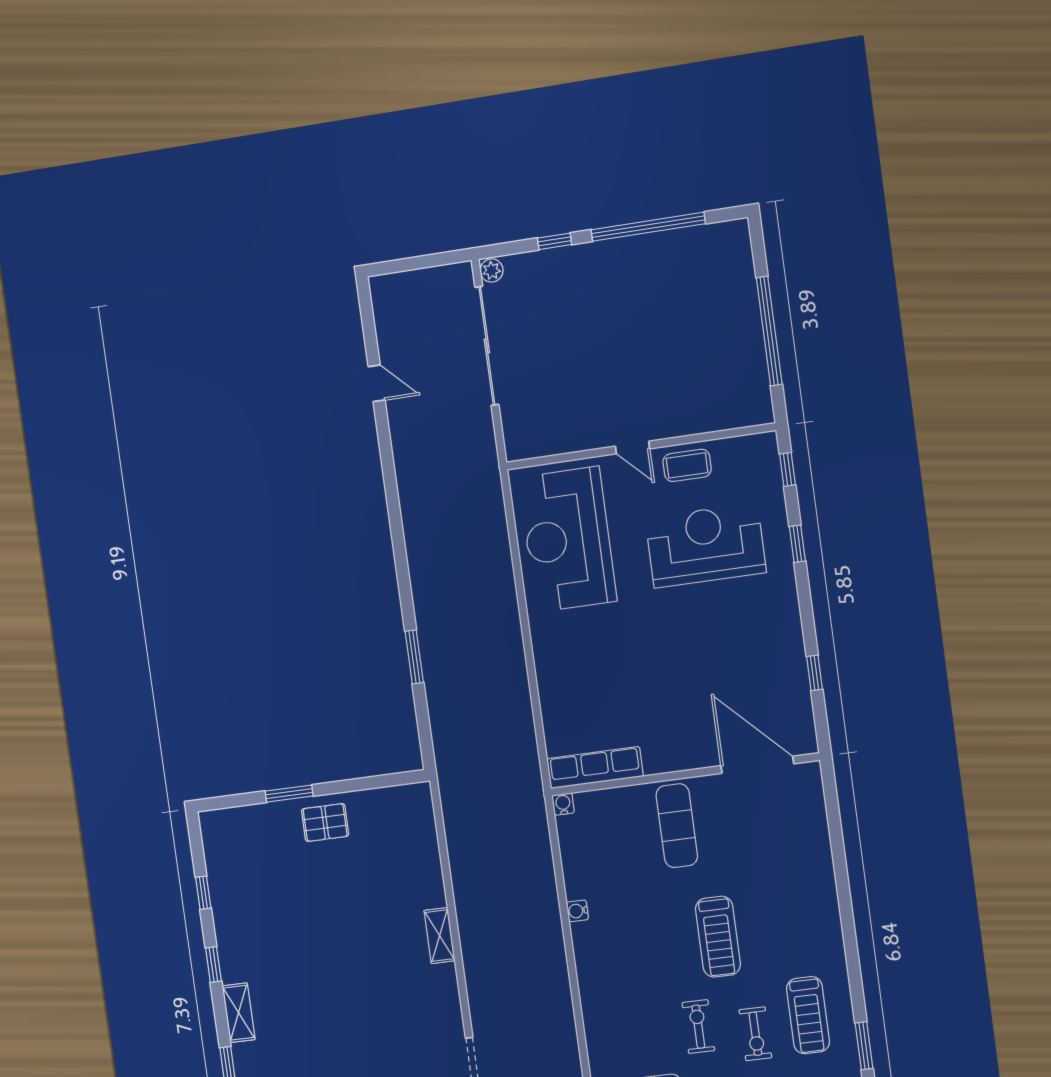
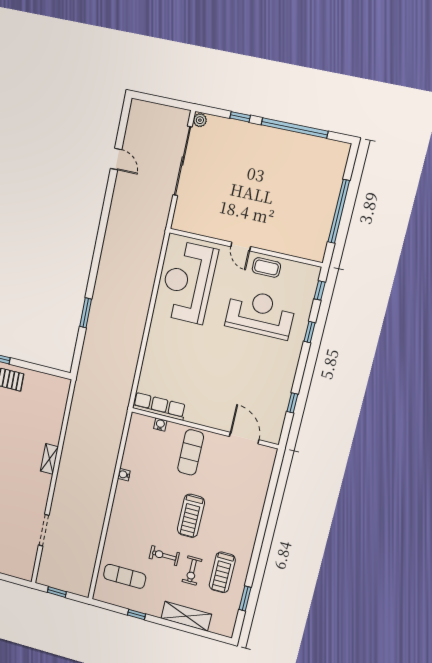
door: (757, 765) -> (244, 438), width x0.73
water cooler: (563, 804) -> (160, 425), moved
exercise bike: (698, 1027) -> (164, 556), turned -90

